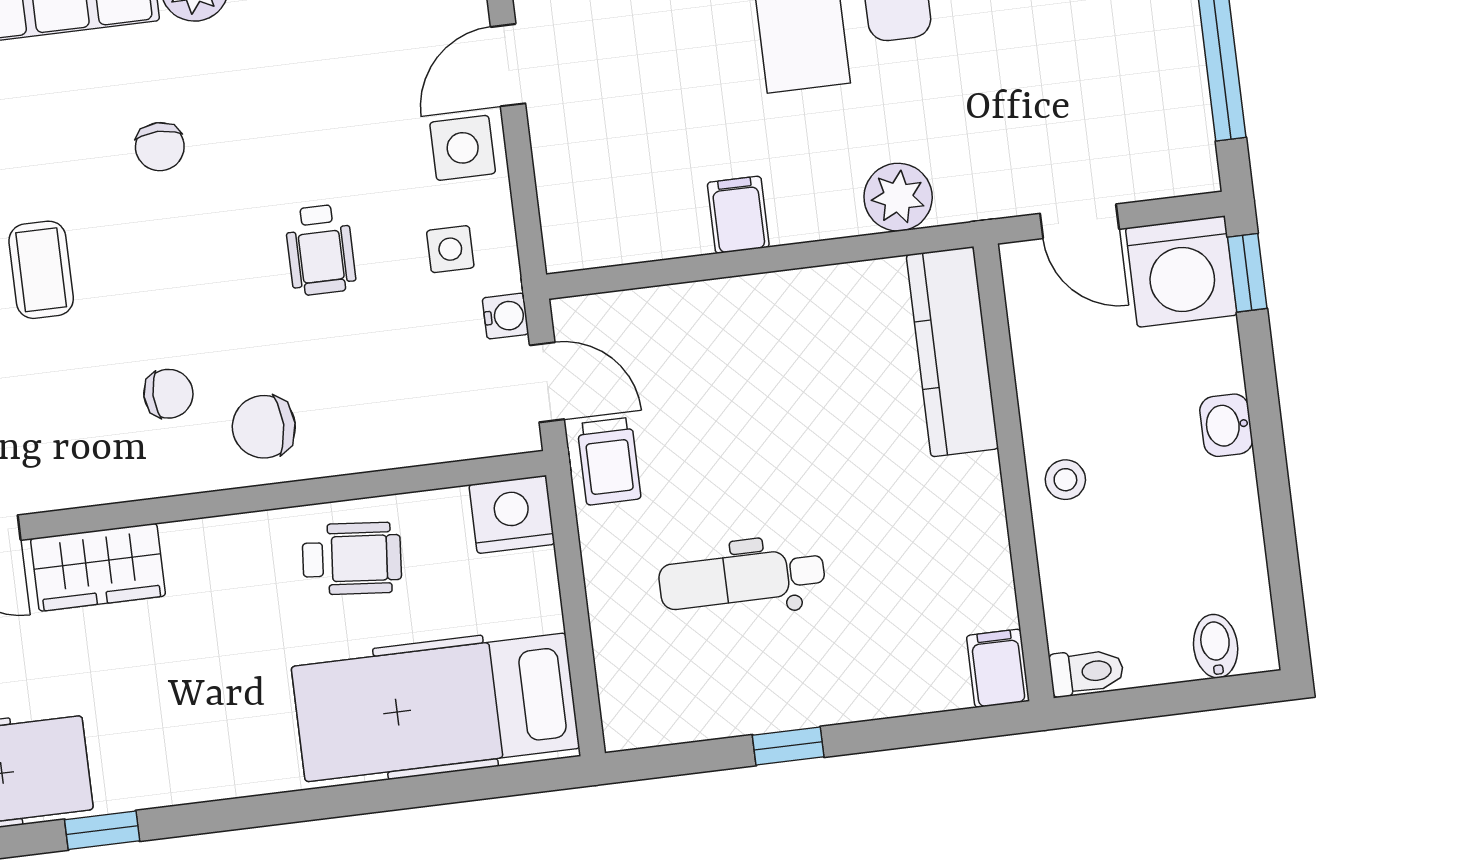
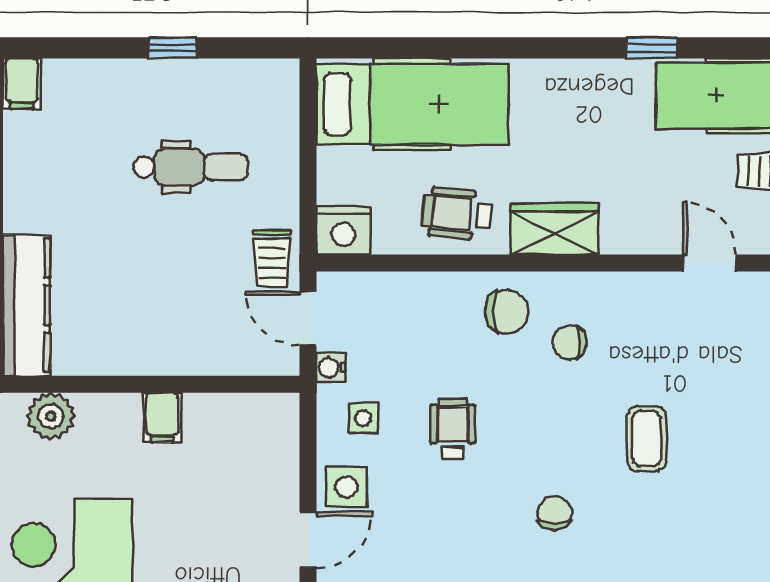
trolley: (609, 461) -> (272, 259), turned 180
wardrobe: (98, 567) -> (554, 229), moved

